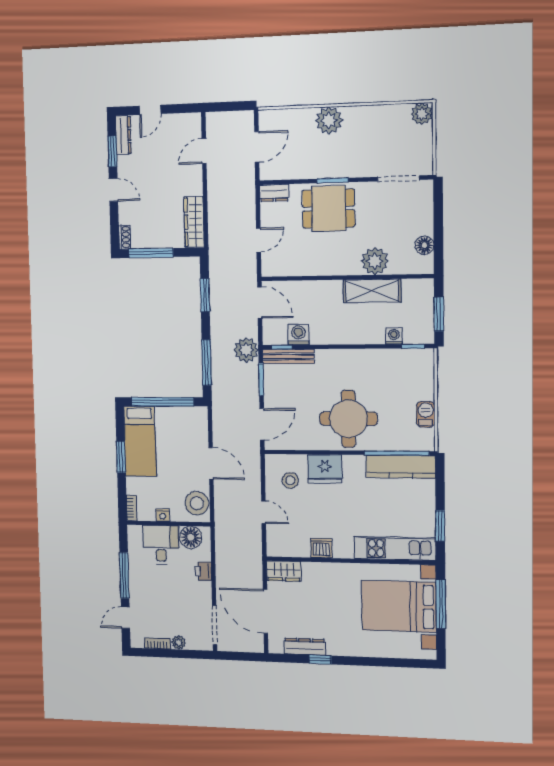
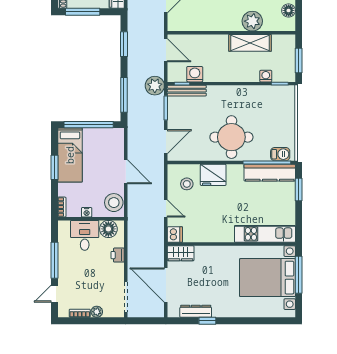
barbecue: (426, 414) -> (280, 154), moved, turned 90
window: (440, 526) -> (299, 190), moved
dishwasher: (321, 548) -> (175, 235), moved, turned 90

